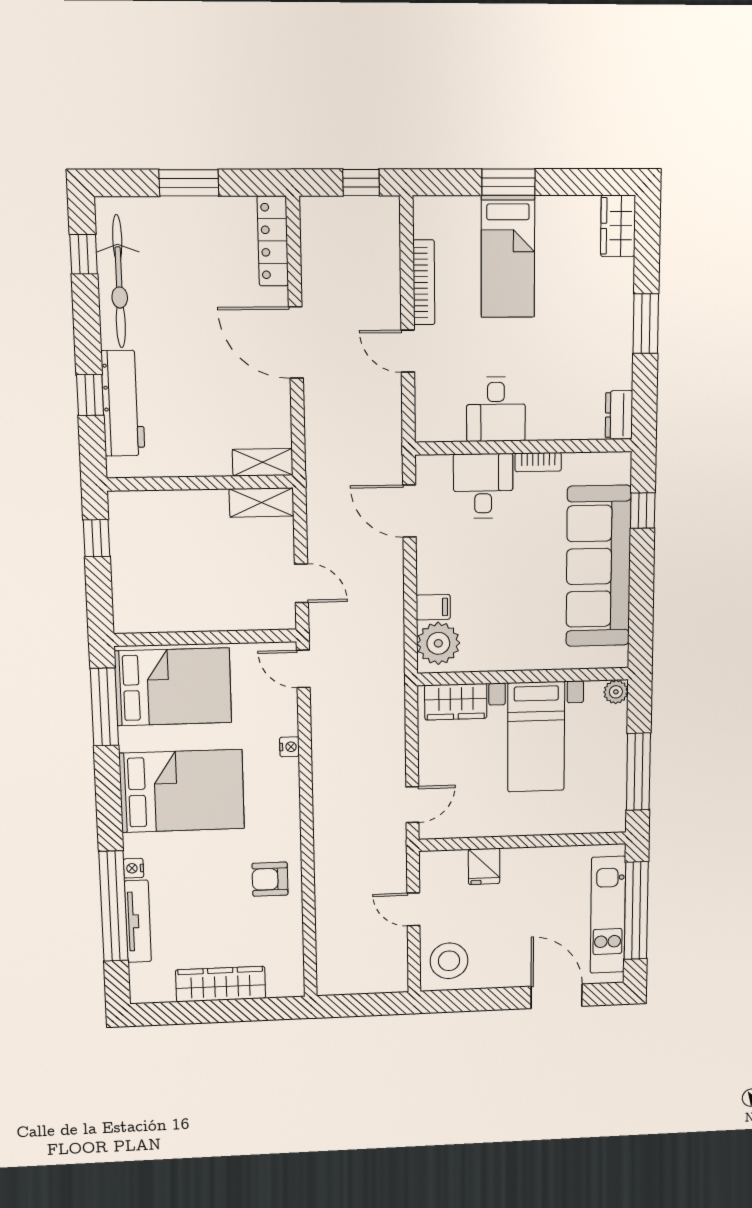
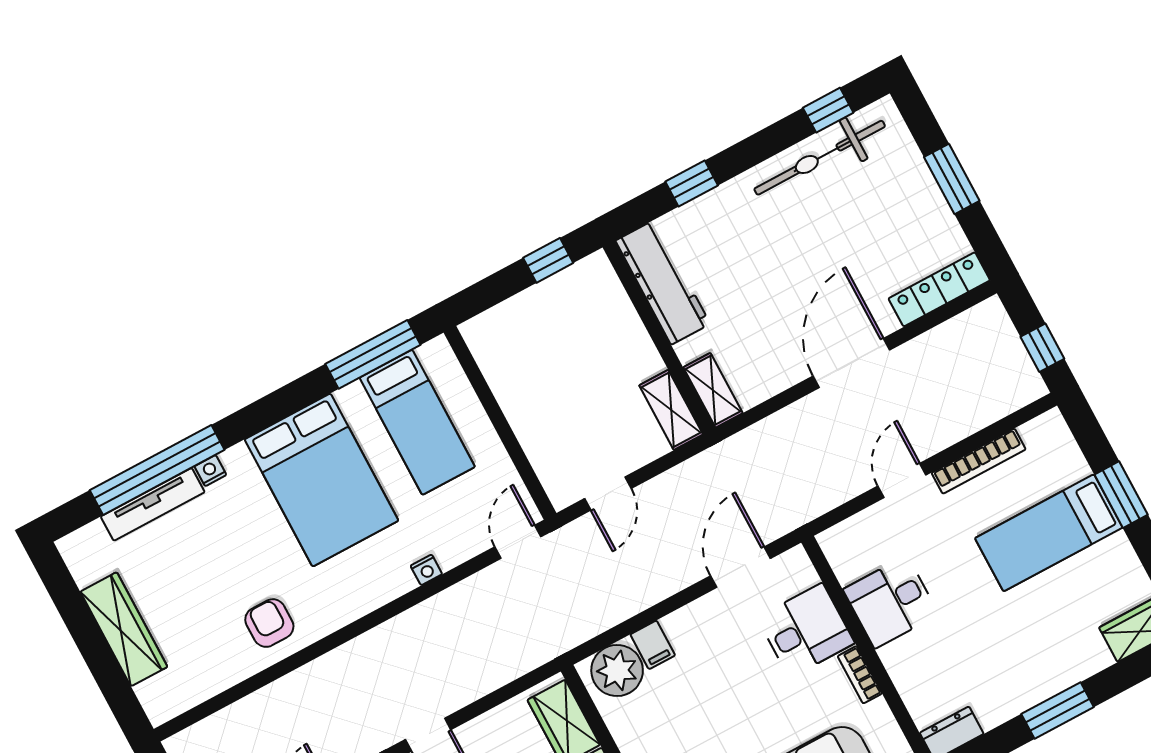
workbench: (123, 403) -> (663, 282), moved, turned -90
bed: (173, 687) -> (417, 422), width x0.67

